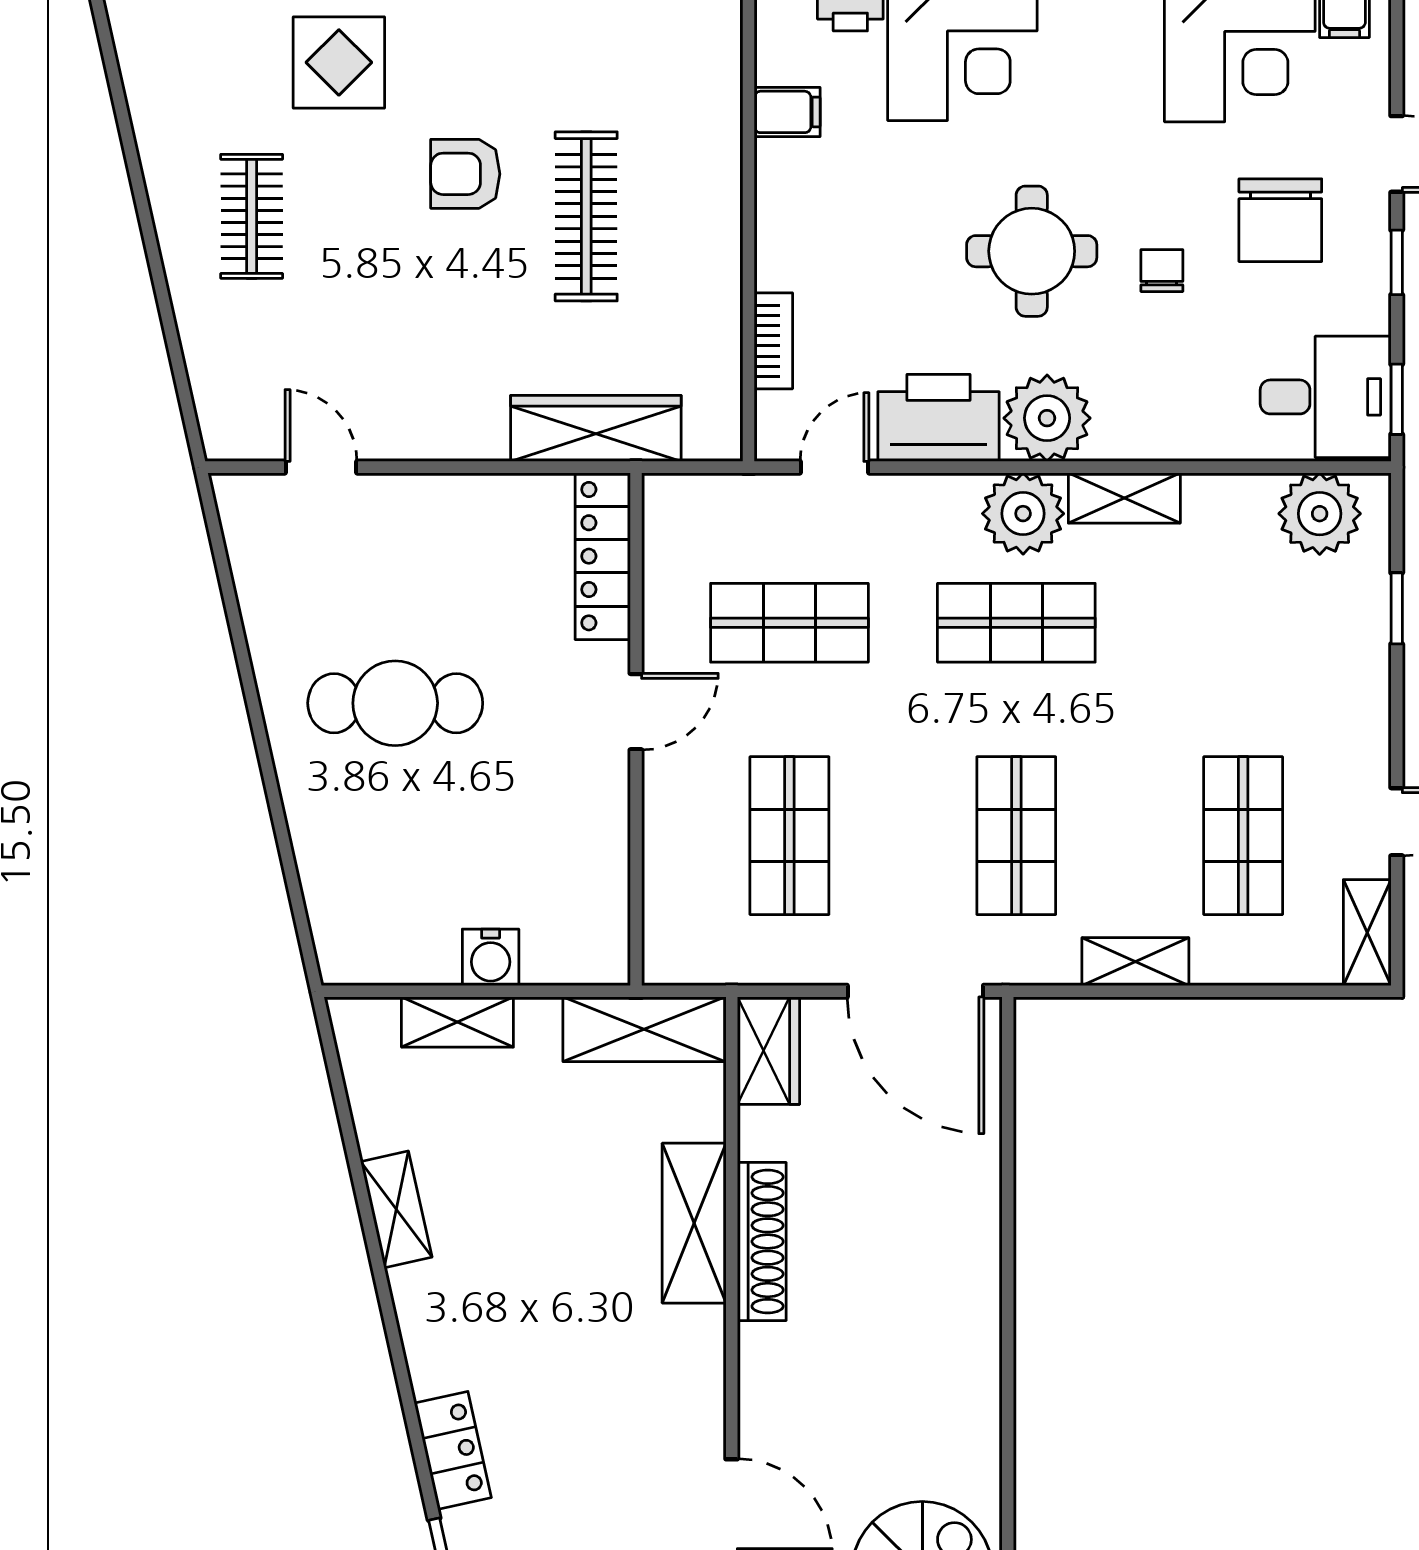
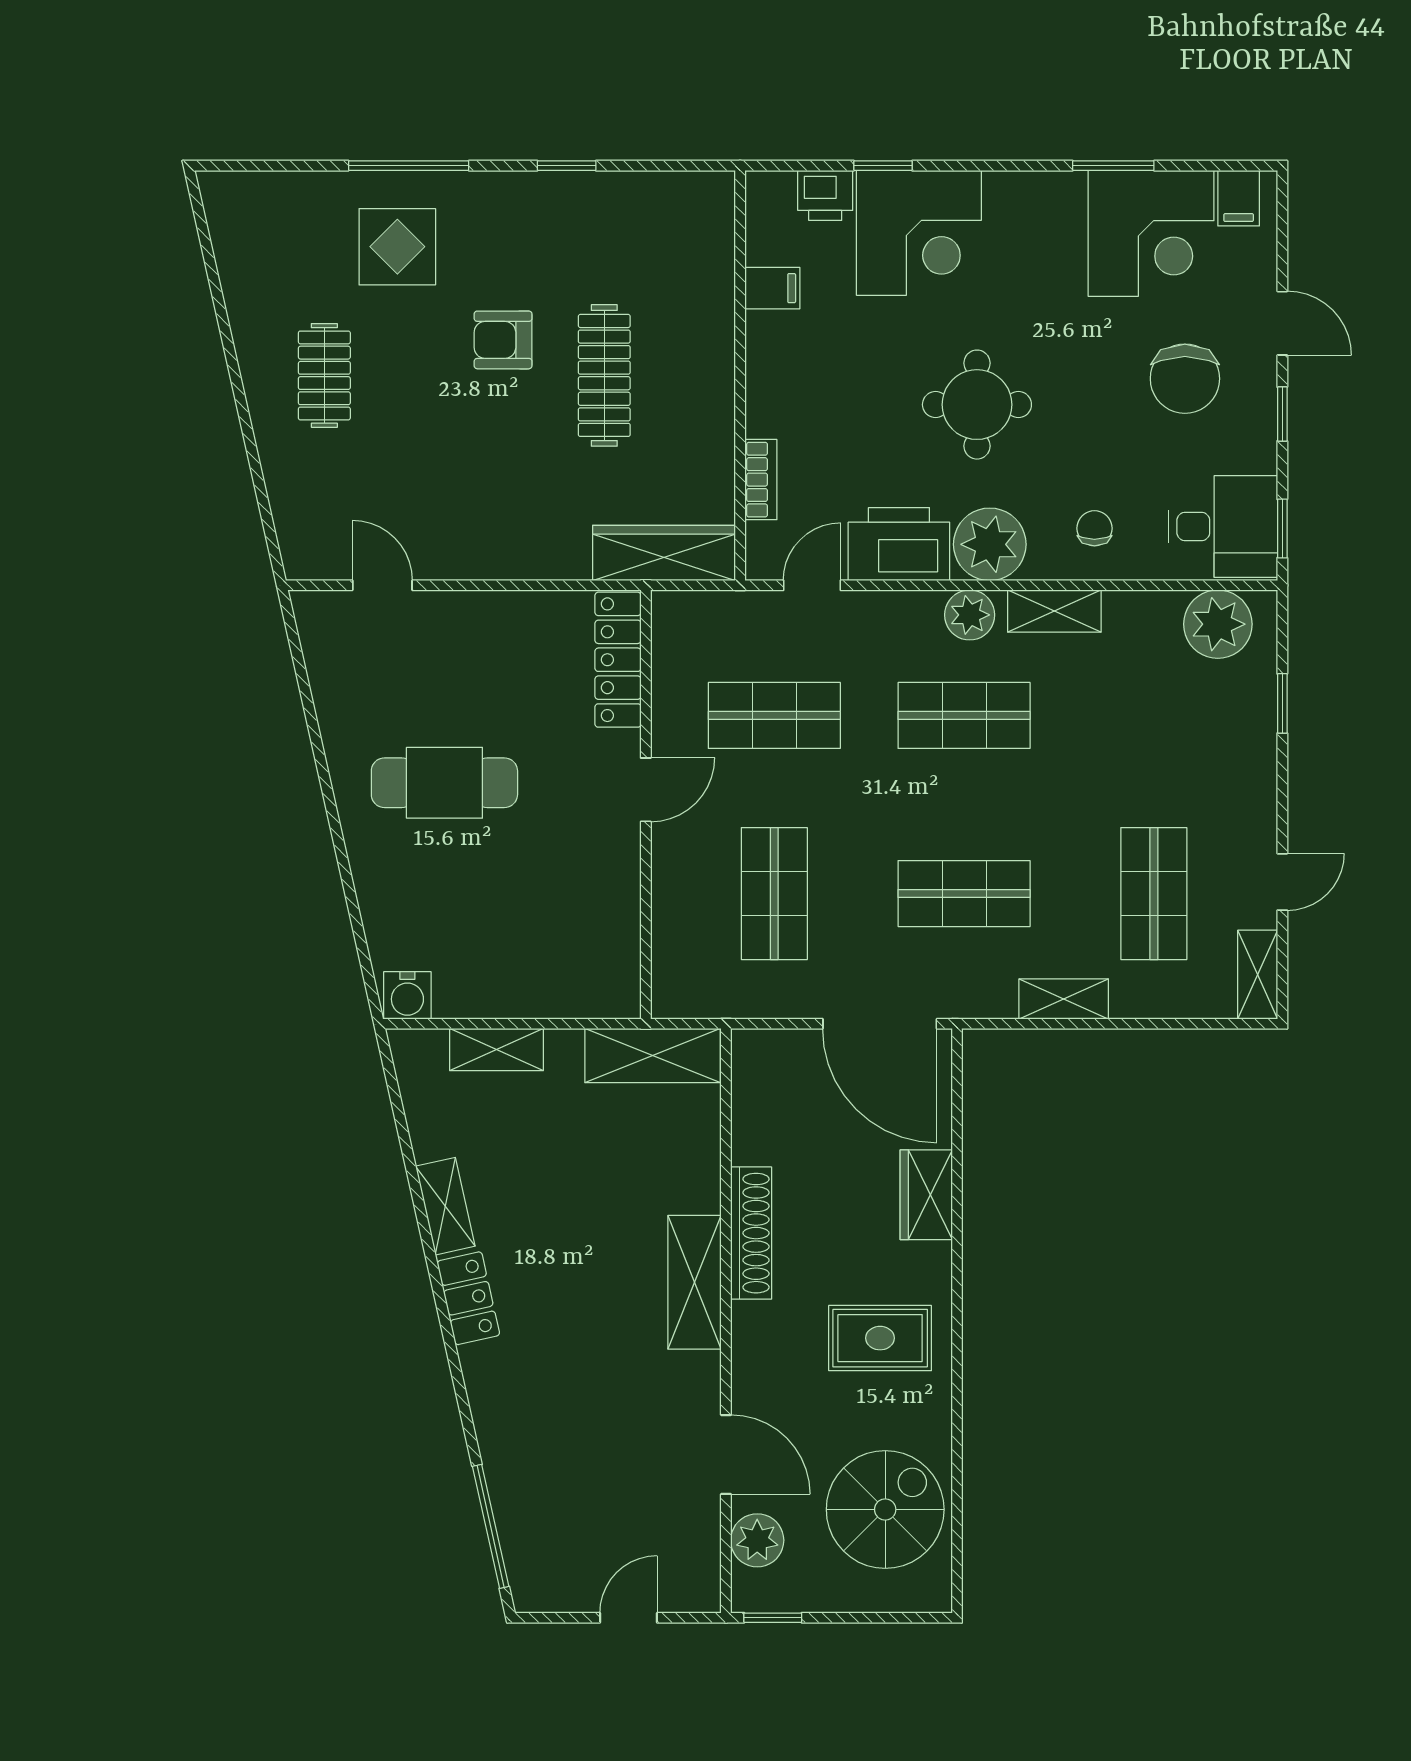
chair: (1162, 271) -> (1094, 528), moved
wardrobe: (596, 428) -> (664, 553), moved
plant: (1023, 514) -> (970, 615), width x0.73, depth x0.73
shop shelf: (1016, 836) -> (964, 894), turned 90
water cooler: (491, 957) -> (407, 995), moved
wardrobe: (768, 1051) -> (926, 1195), moved, turned 180
shelving: (694, 1223) -> (695, 1282), moved
rug: (916, 1367) -> (880, 1338), added
locker: (453, 1450) -> (468, 1298), moved

